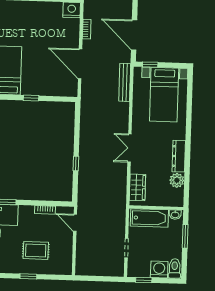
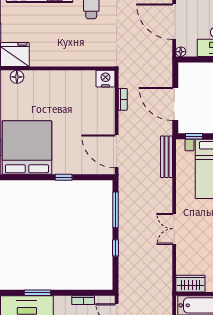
door: (80, 64) -> (117, 151), moved
window: (77, 129) -> (115, 210), added
wardrobe: (137, 187) -> (190, 284), moved, turned -90

